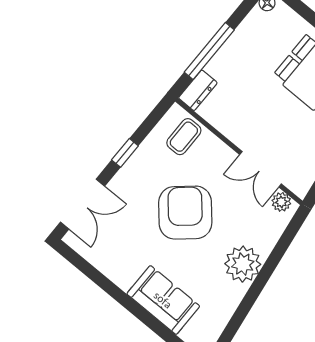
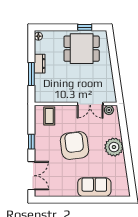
window: (209, 51) -> (31, 74), width x0.69
dresser: (198, 90) -> (40, 64), moved
armchair: (185, 213) -> (75, 146), turned 34

